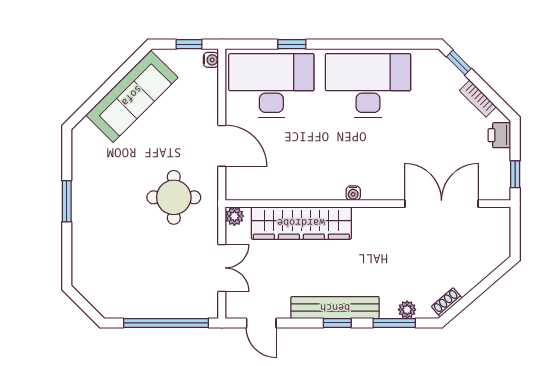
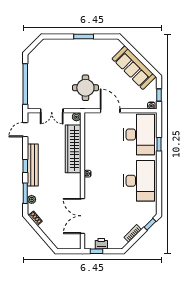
printer: (499, 135) -> (101, 244), moved
door: (222, 146) -> (110, 111), swing flipped
double door: (441, 204) -> (83, 216), swing flipped

